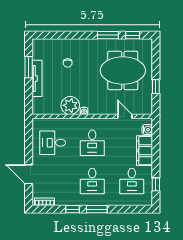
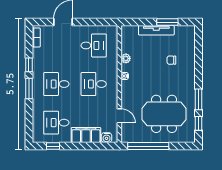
meeting table: (123, 70) -> (164, 114), turned 90
window: (156, 87) -> (148, 146), width x3.17
plant: (70, 105) -> (126, 58), width x0.53, depth x0.53
door: (125, 116) -> (119, 116), hinge flipped
desk: (53, 143) -> (94, 45), turned 90

